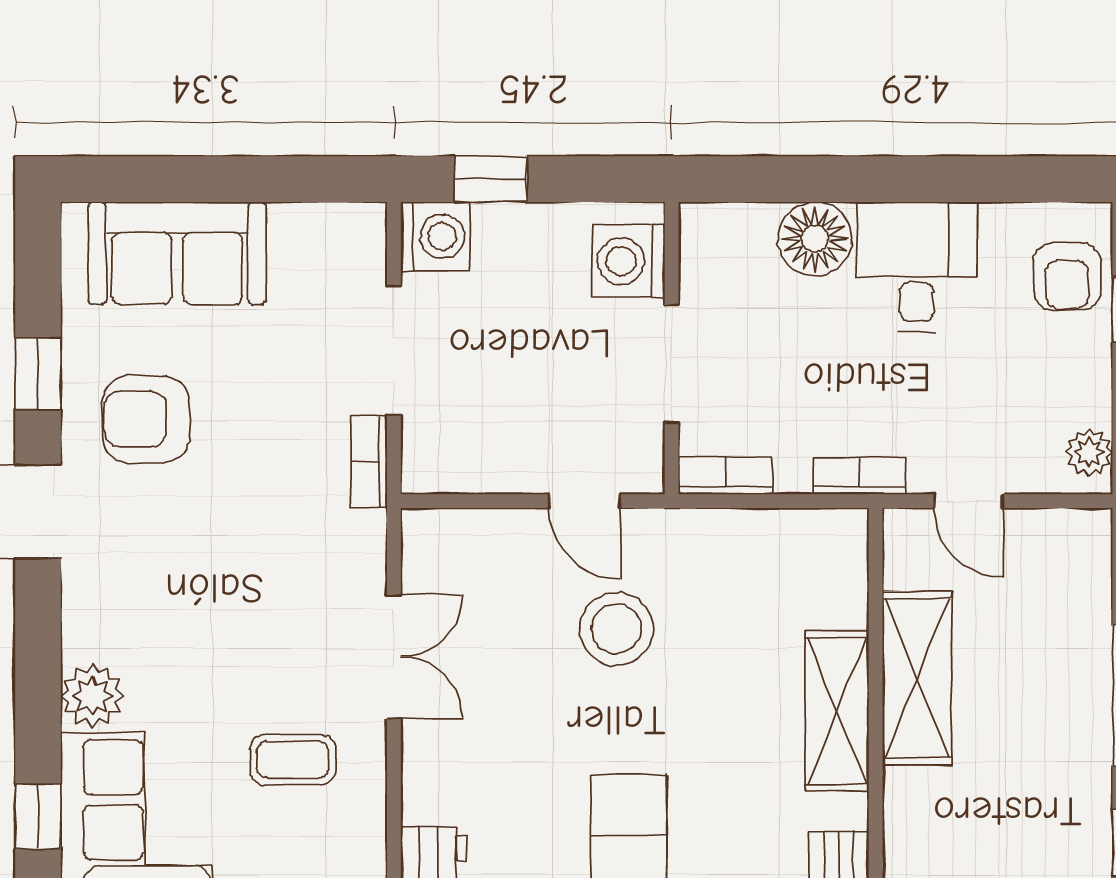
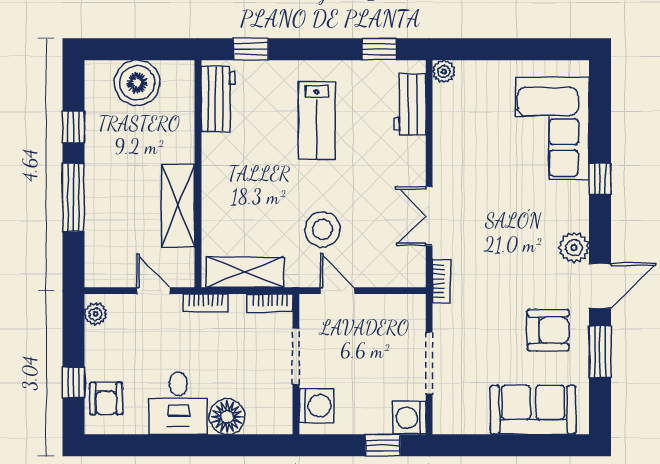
armchair: (1067, 276) -> (106, 399), turned 180
window: (38, 374) -> (600, 352), width x1.50
bookcase: (369, 462) -> (441, 281), moved
plant: (92, 696) -> (574, 248), moved
shelving: (837, 711) -> (245, 272), moved, turned 90
coffee table: (293, 760) -> (478, 167), removed
window: (38, 816) -> (600, 179), moved

